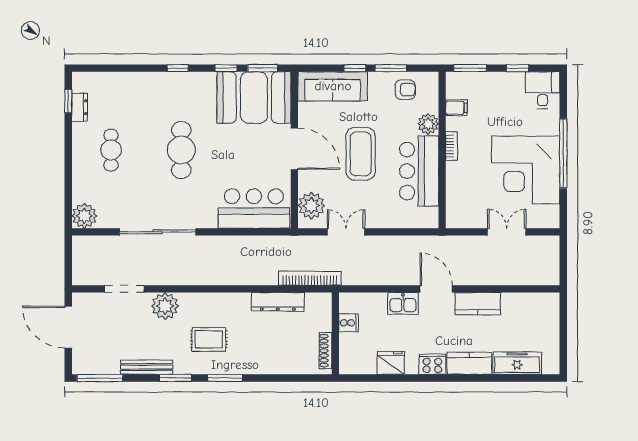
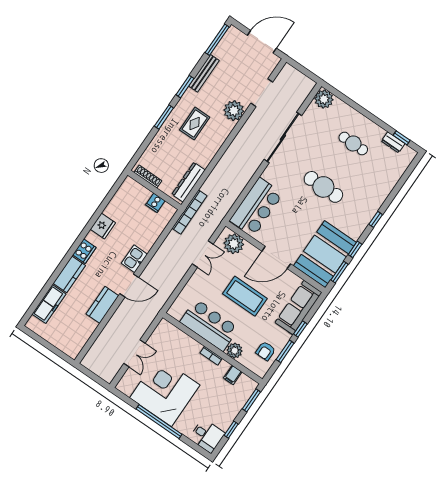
cooker: (349, 323) -> (155, 203), moved
wall: (335, 333) -> (154, 190), moved
shoe rack: (326, 351) -> (148, 177), moved

